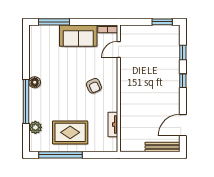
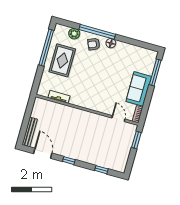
window: (162, 22) -> (136, 140), moved
window: (183, 81) -> (69, 161), moved
armchair: (94, 86) -> (94, 44), moved

